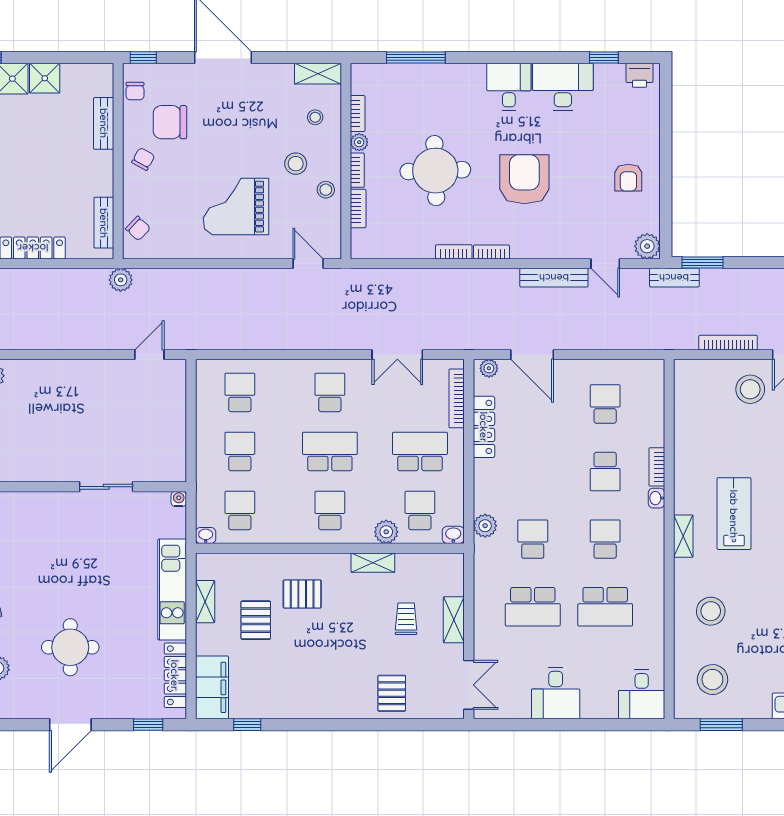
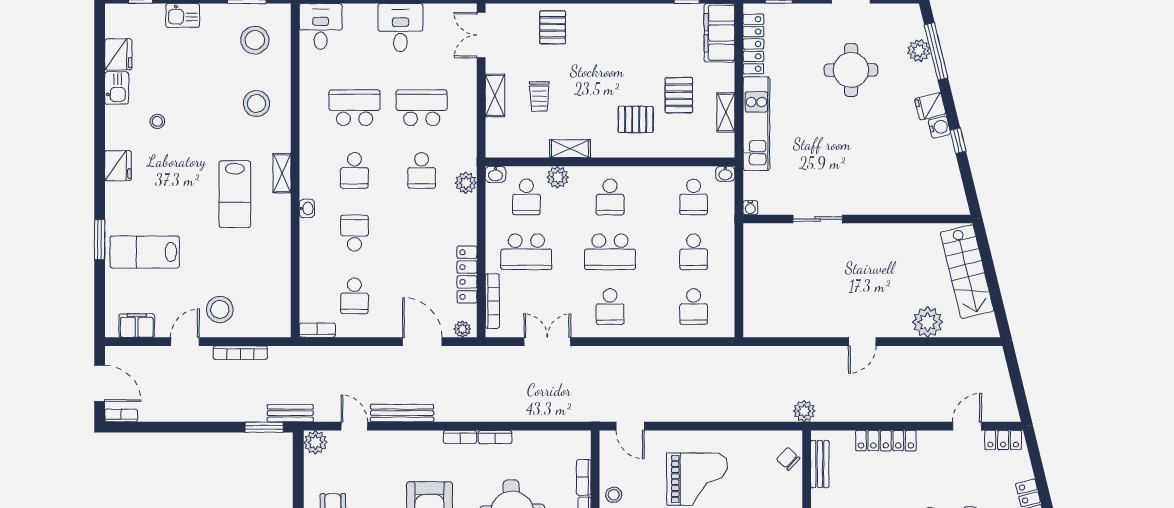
door: (149, 355) -> (862, 342), moved
bookcase: (657, 467) -> (317, 330), moved, turned -90

